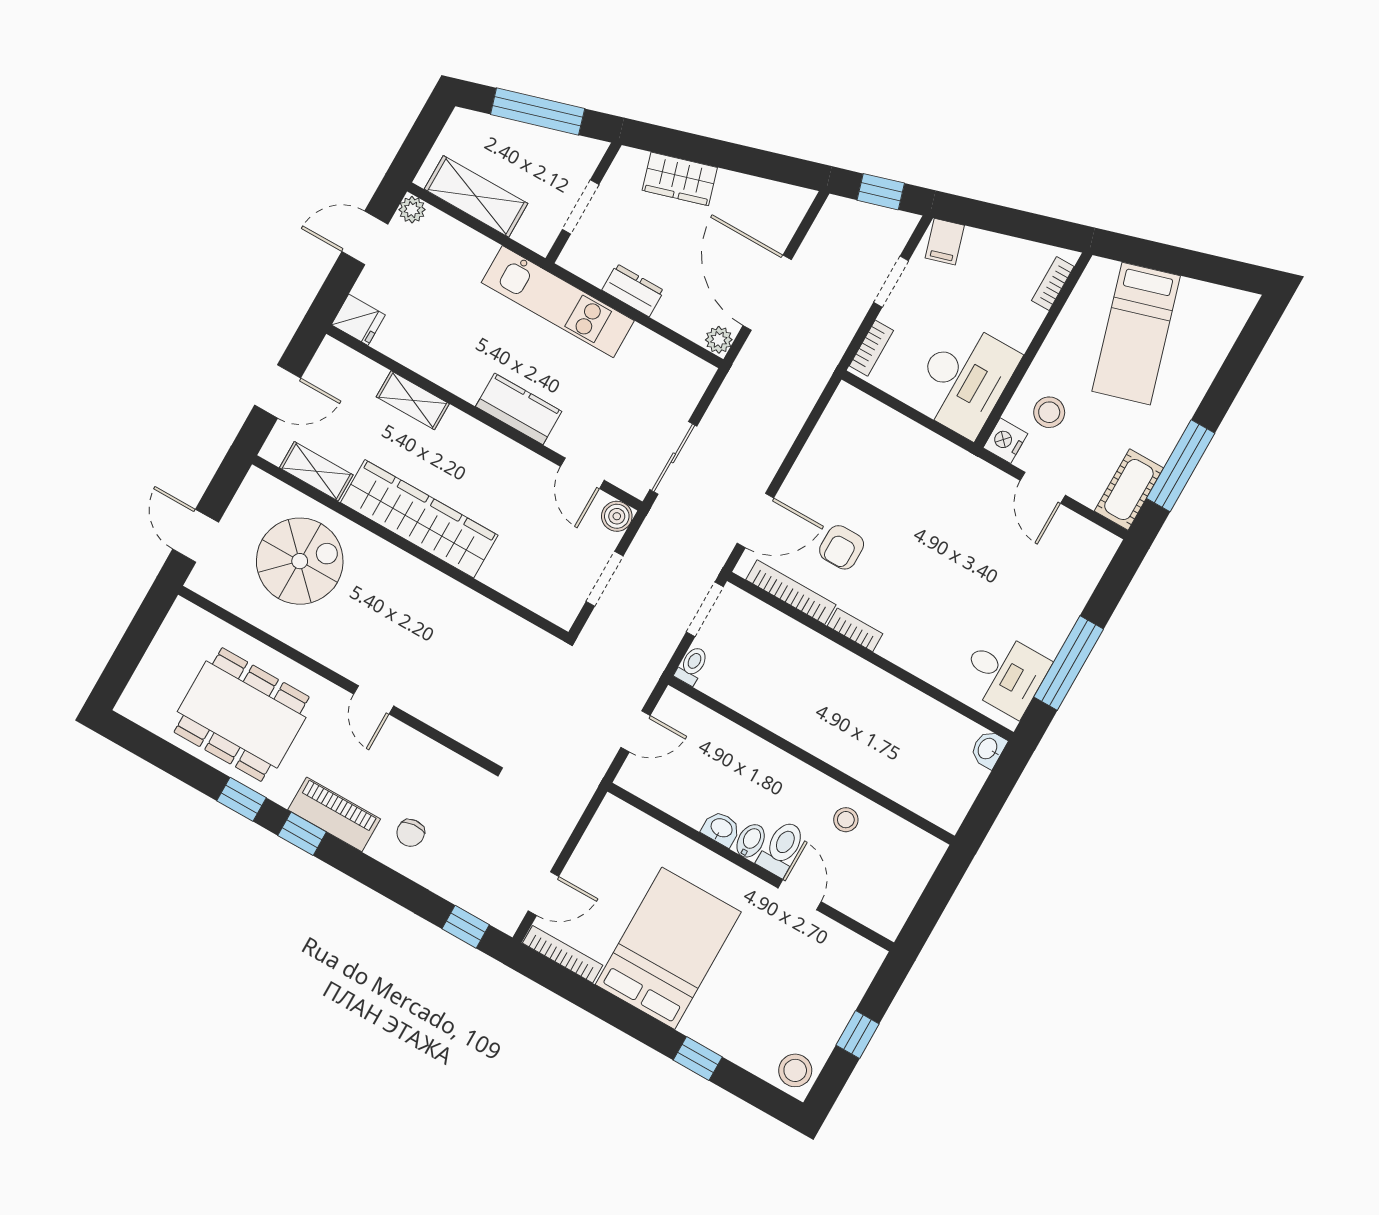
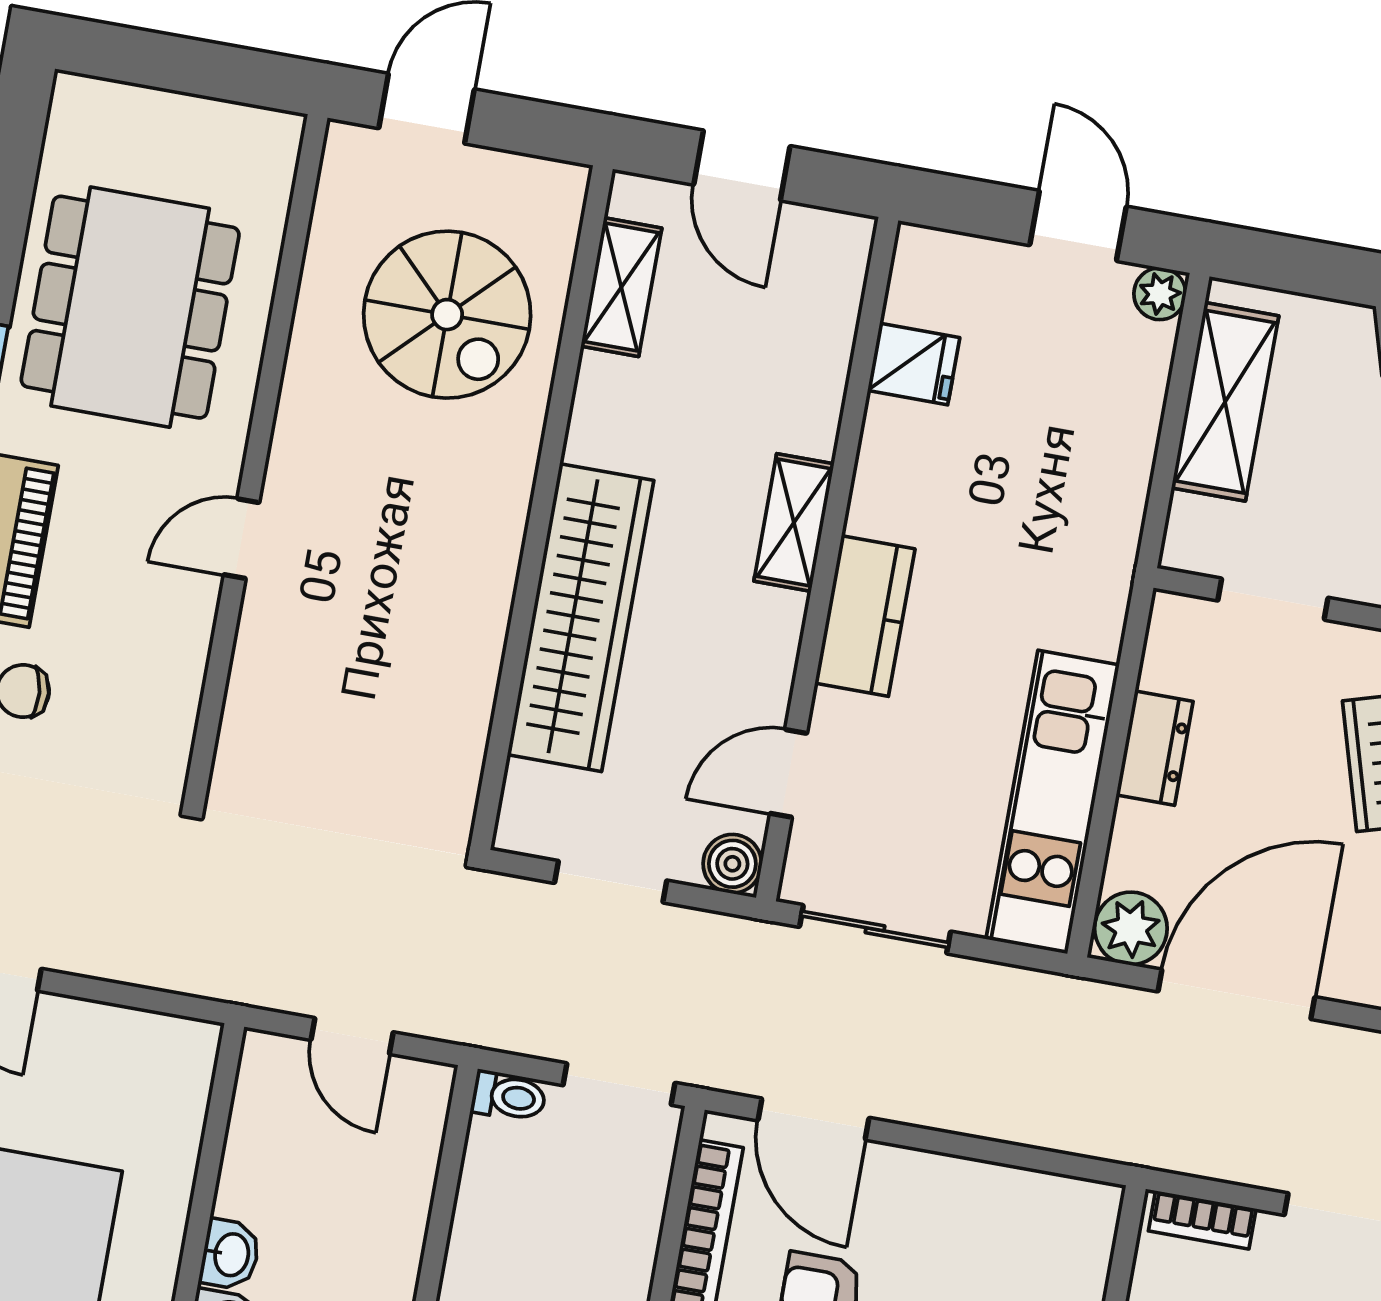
kitchen unit: (558, 302) -> (1053, 802), moved
fridge: (358, 320) -> (914, 364), moved, turned -90
plant: (719, 340) -> (1131, 928), width x1.38, depth x1.38
shelving: (413, 400) -> (794, 523), moved
wardrobe: (419, 519) -> (581, 618), moved

